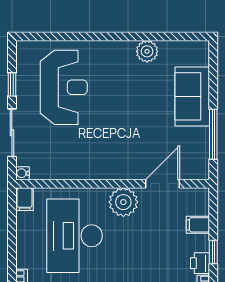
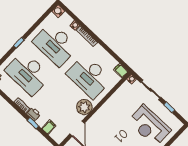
desk: (74, 236) -> (89, 76), turned 180

